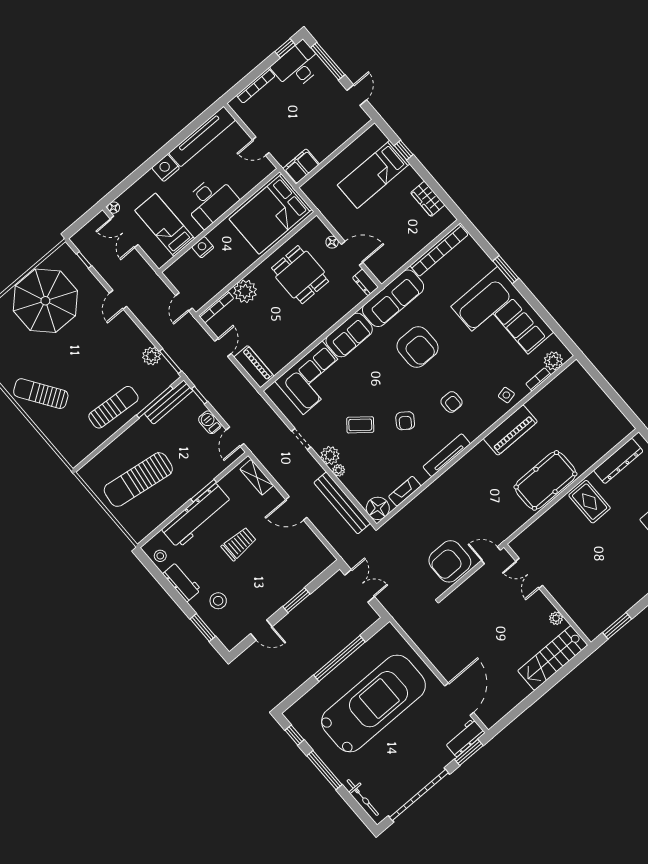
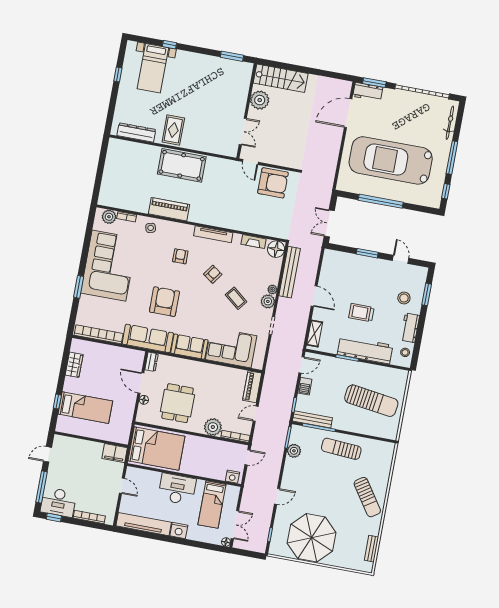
nightstand: (203, 247) -> (232, 477), moved
plant: (556, 618) -> (260, 100), width x1.88, depth x1.88

